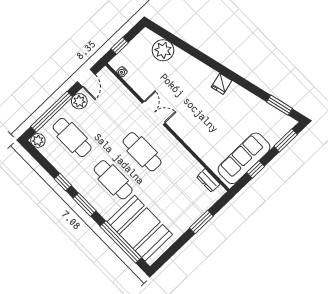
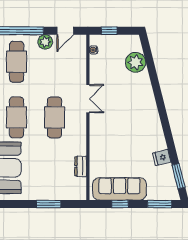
fridge: (222, 84) -> (162, 158), moved
dresser: (208, 180) -> (81, 166), moved

